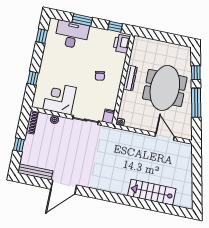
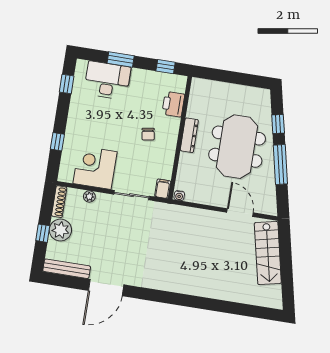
printer: (122, 44) -> (173, 104), moved
plant: (32, 143) -> (60, 230), added
stairs: (152, 192) -> (268, 253), moved, turned -102

